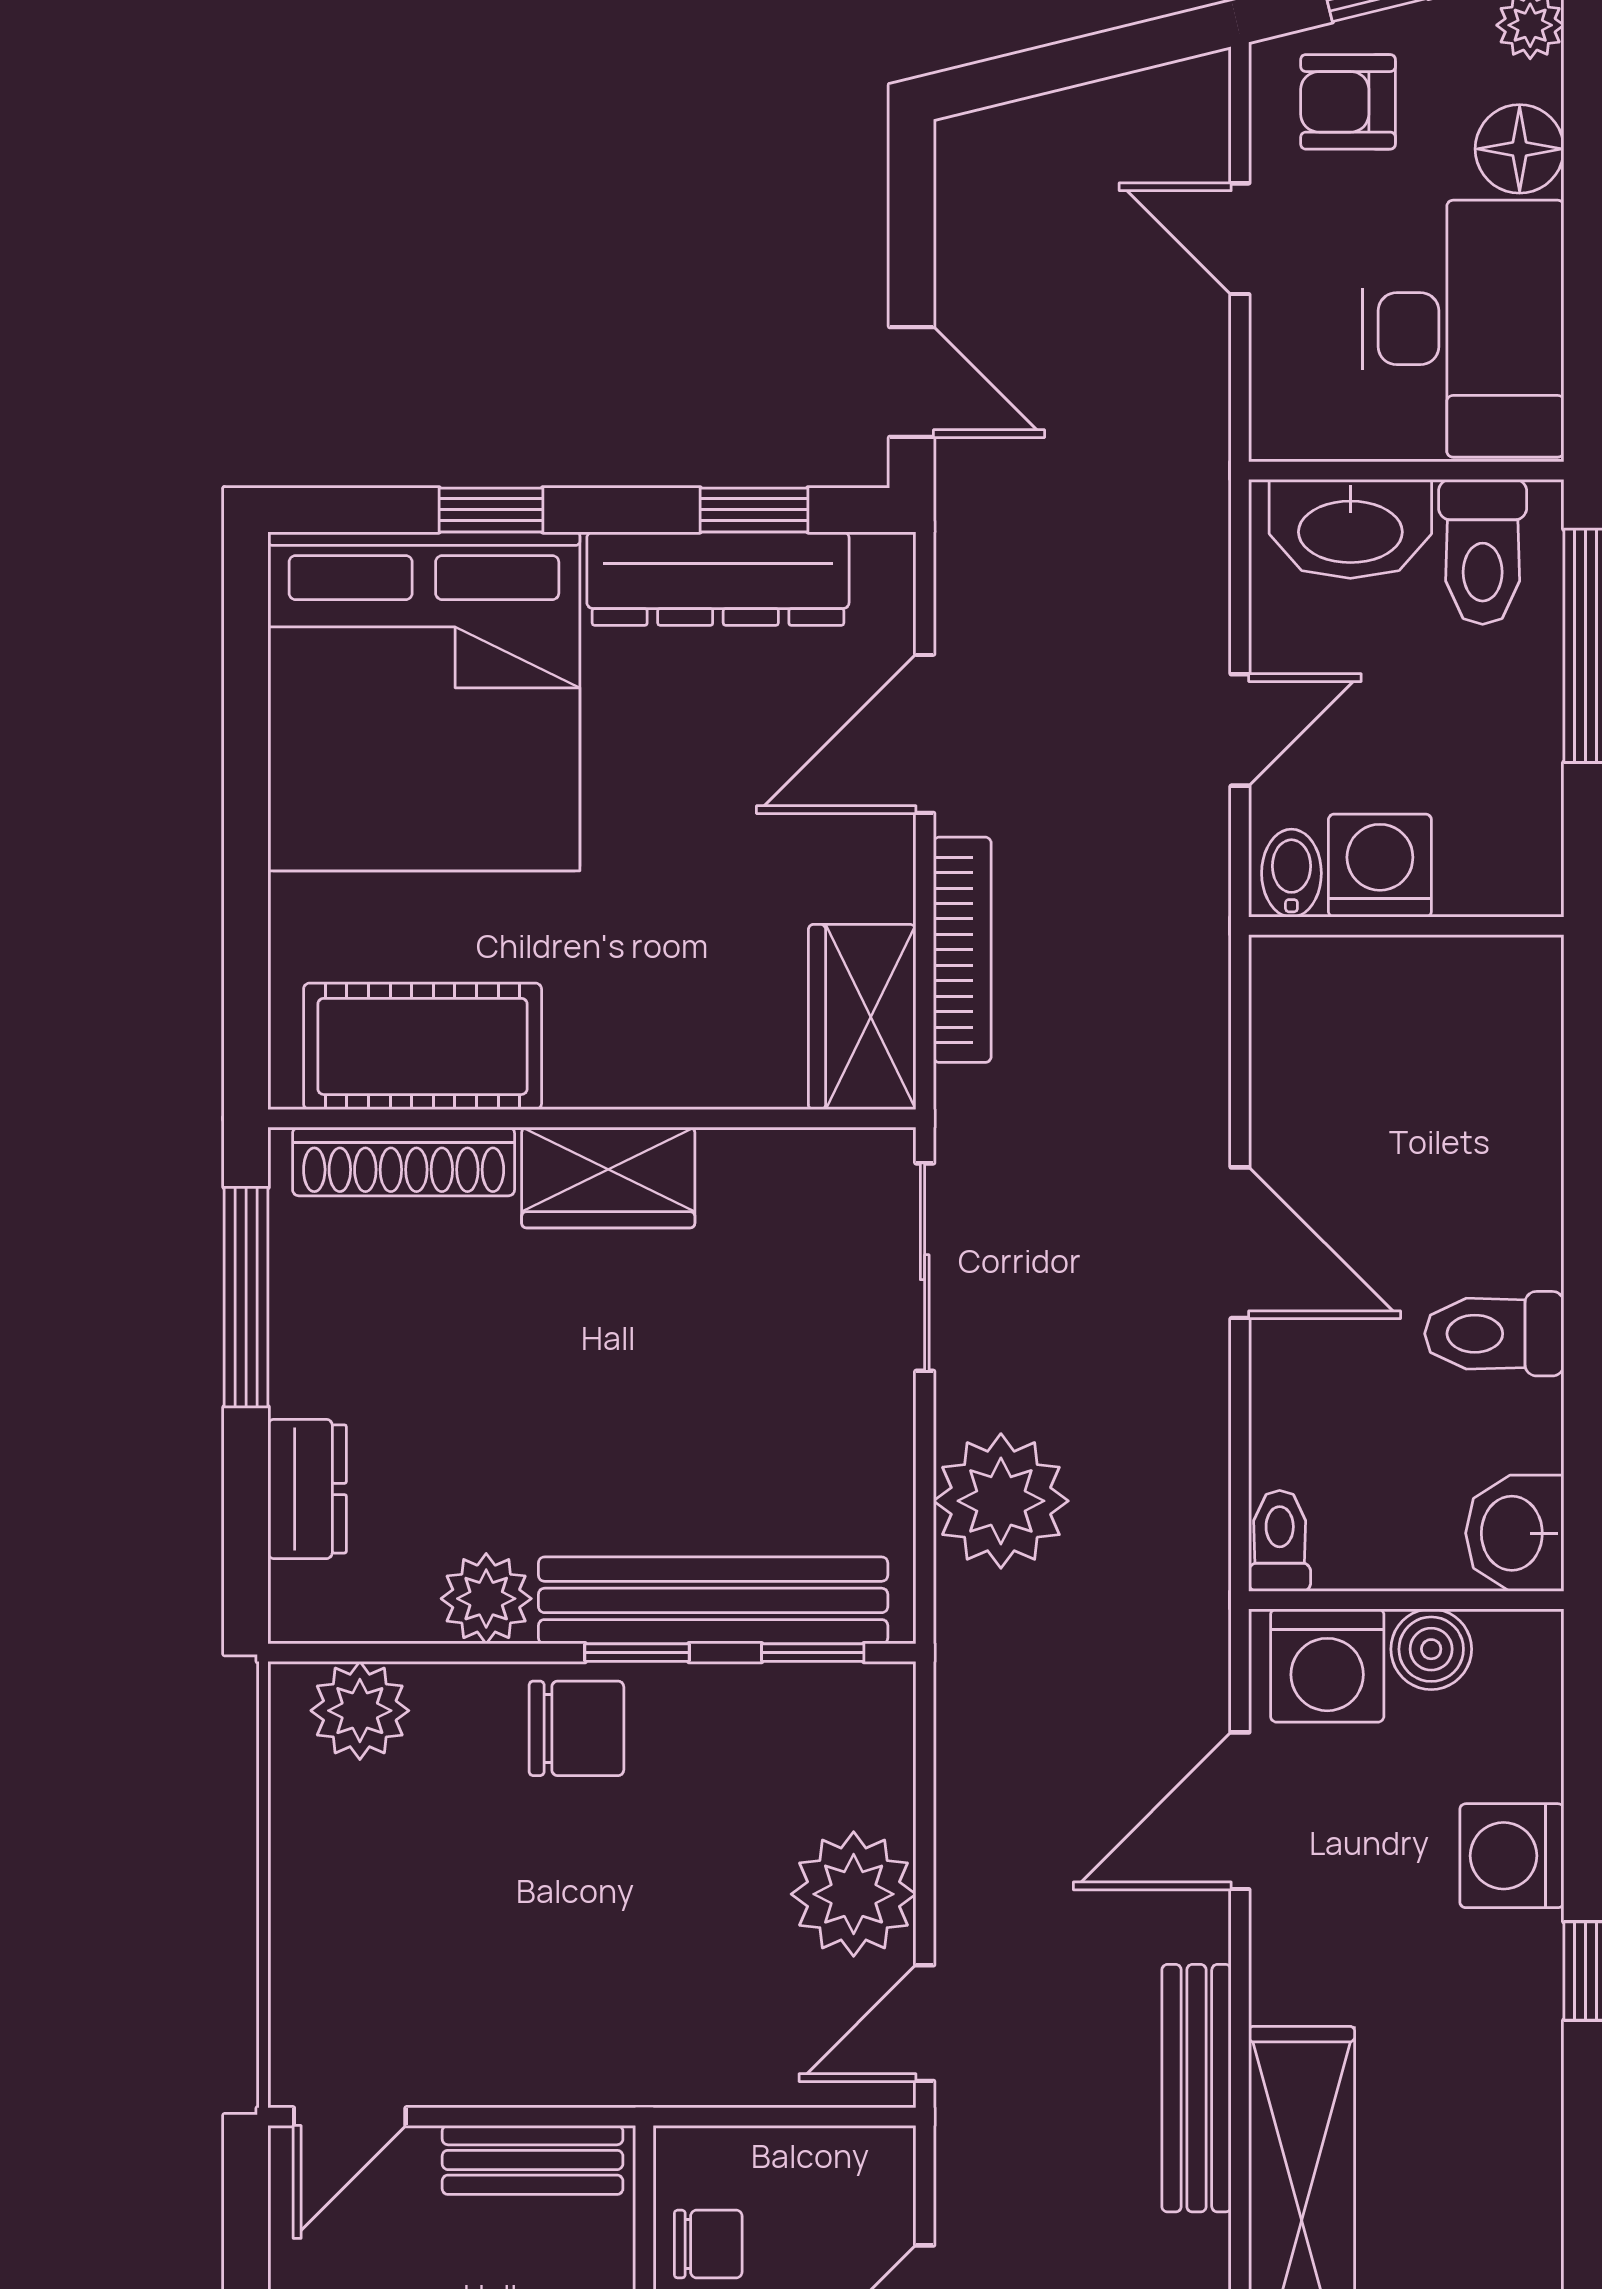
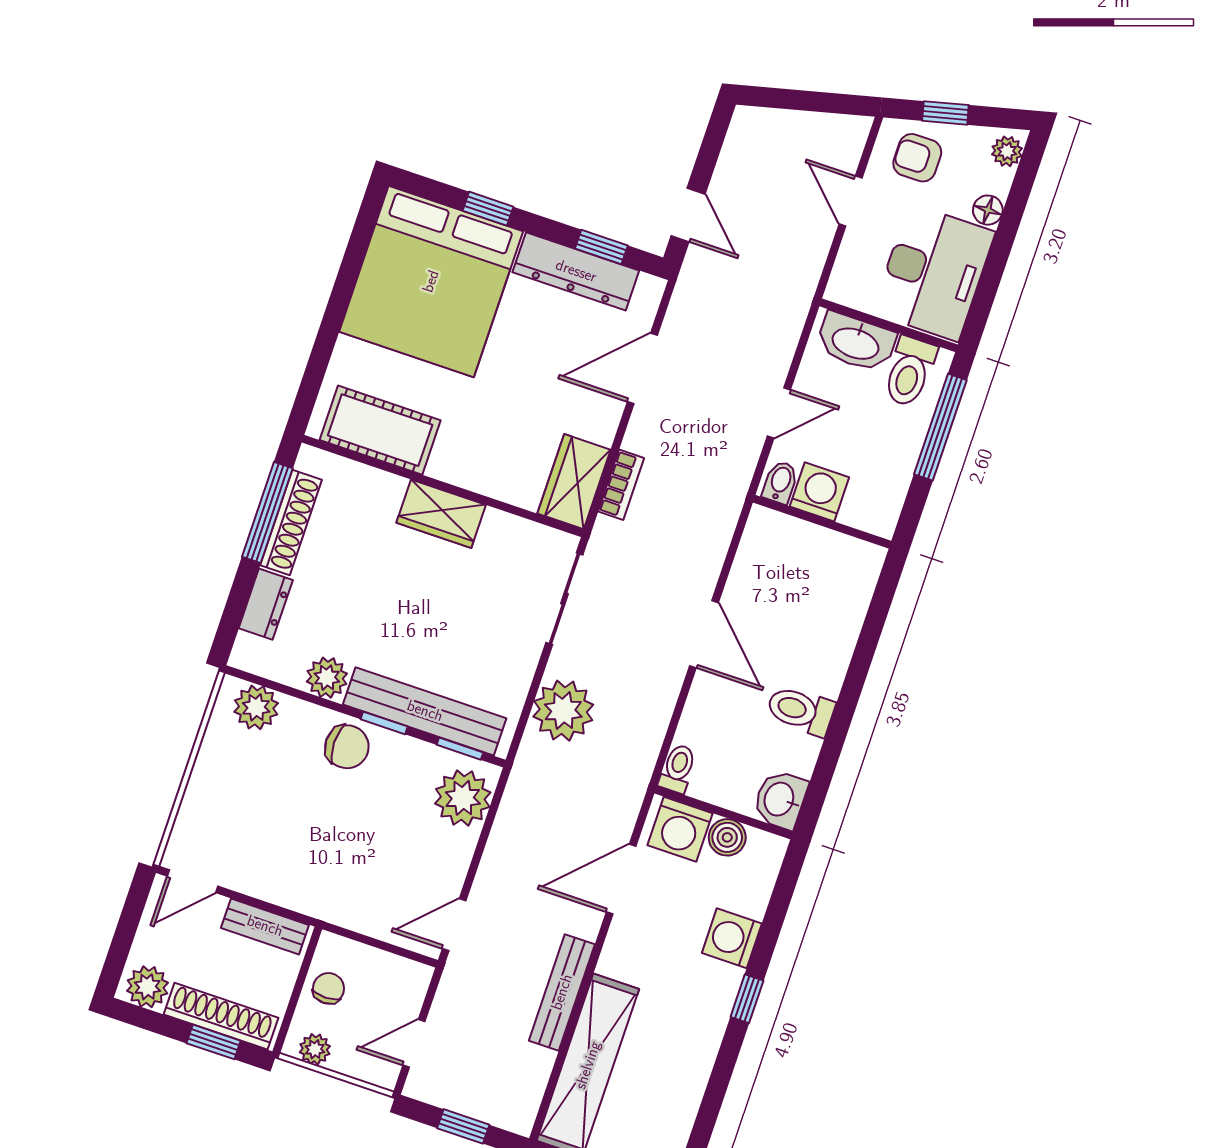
floor lamp: (1520, 149) -> (988, 210), width x0.73, depth x0.73
bookcase: (962, 950) -> (621, 485), width x0.64
shoe rack: (404, 1162) -> (291, 522), moved, turned -90
plant: (854, 1894) -> (463, 798), moved
chair: (708, 2244) -> (328, 988), turned -90

